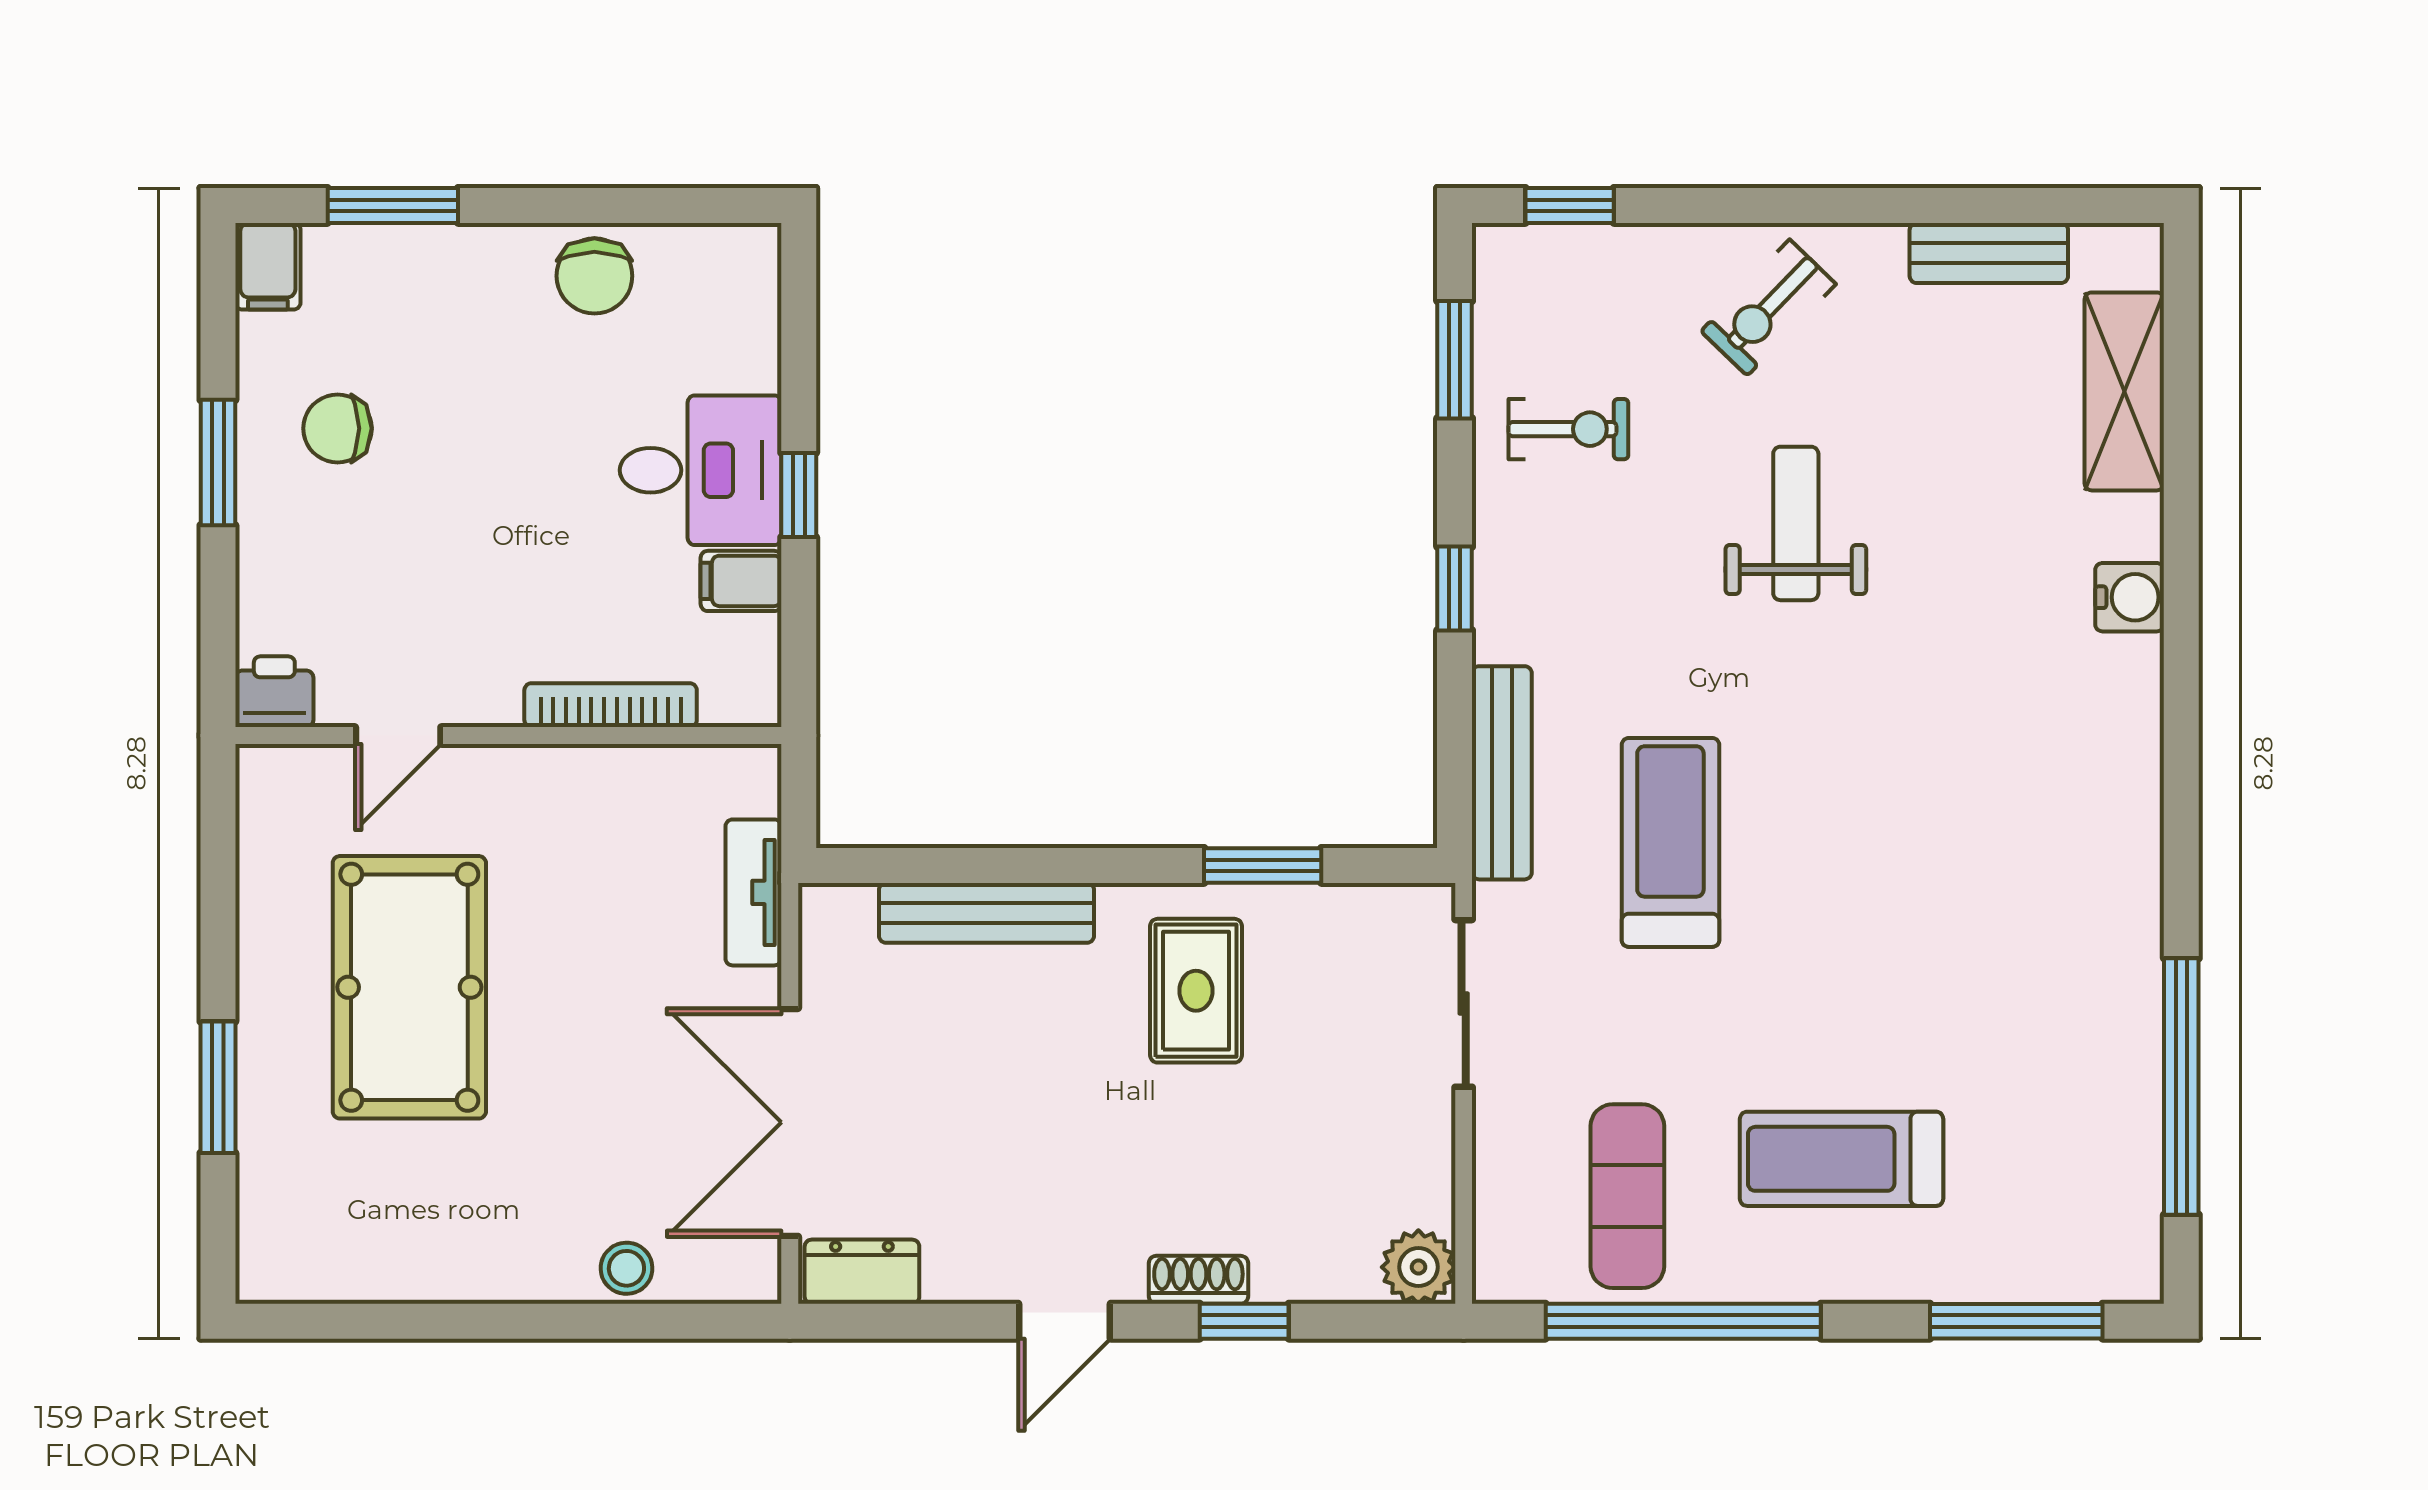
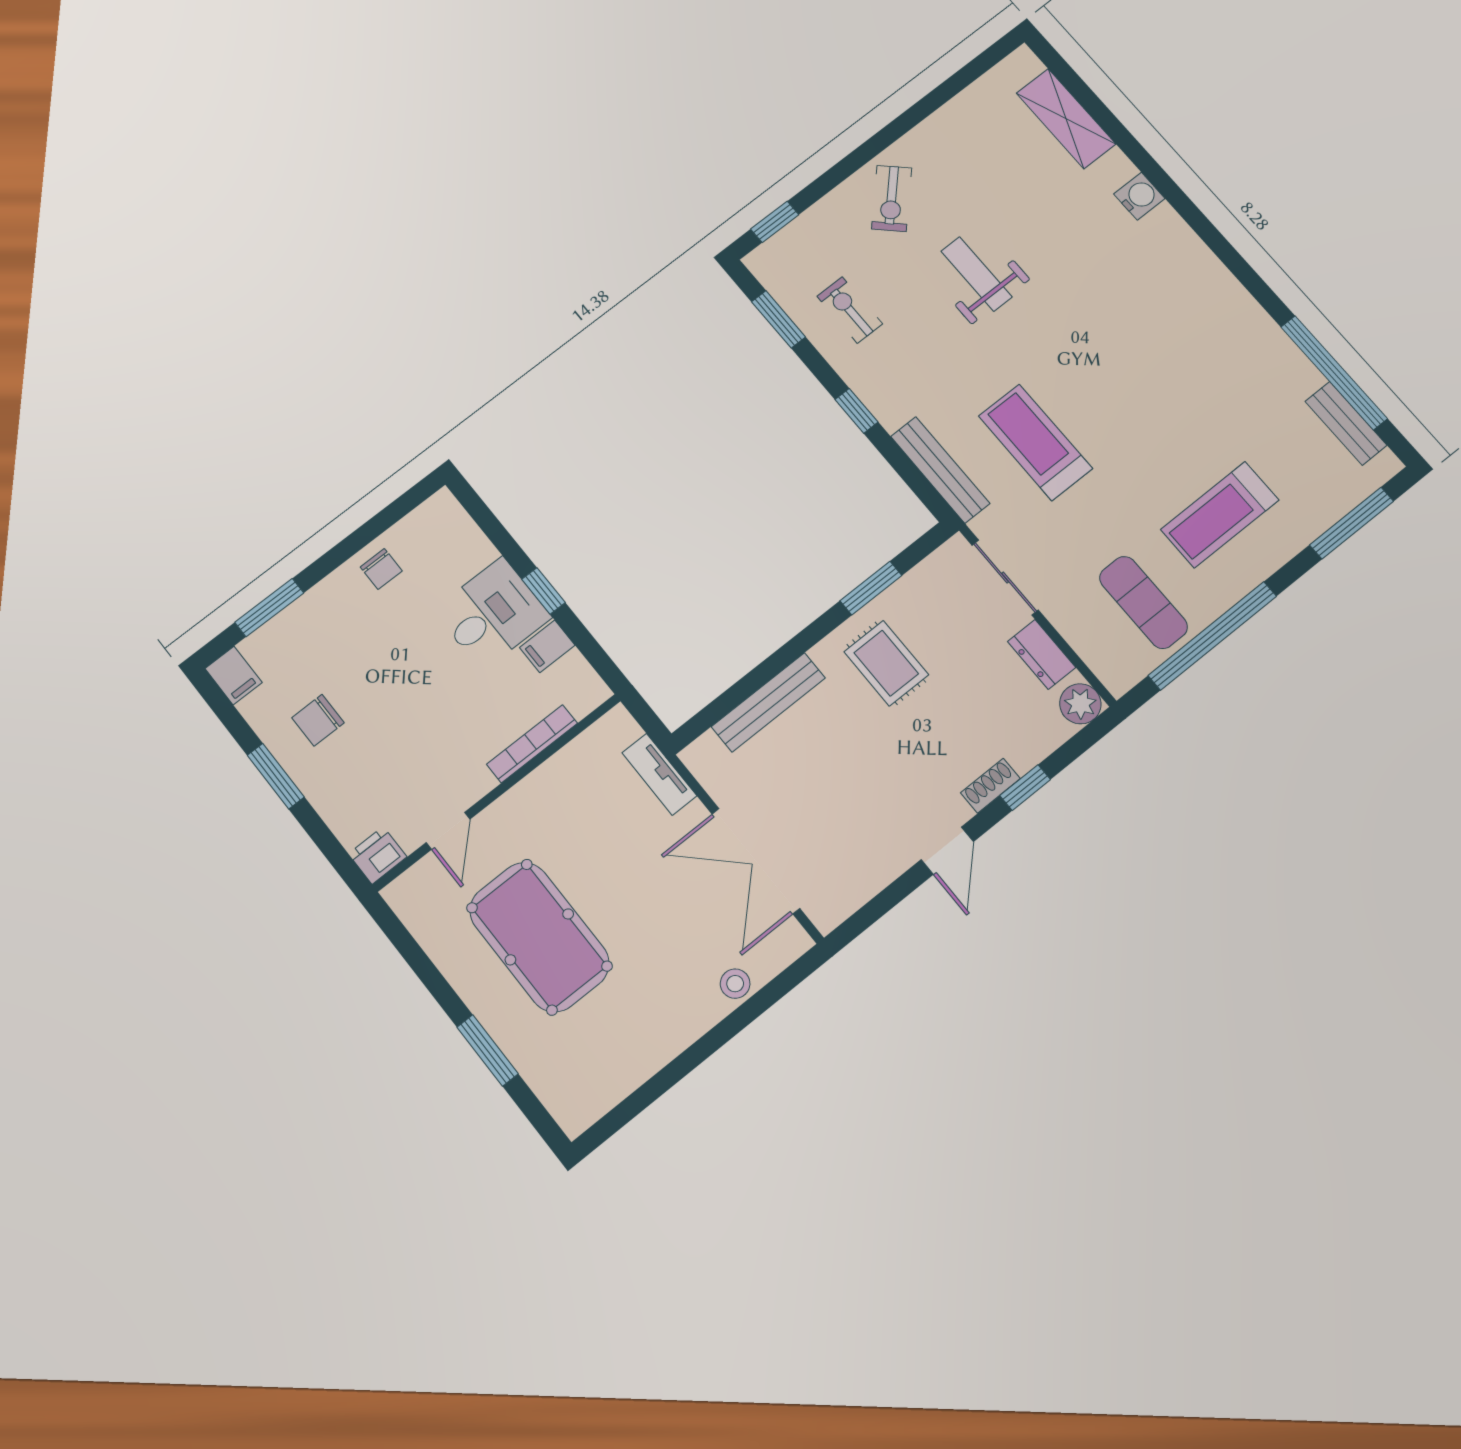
bench: (1989, 253) -> (1346, 423), moved, turned 90
chair: (594, 276) -> (381, 569), width x0.73, depth x0.73
exercise bike: (1568, 429) -> (850, 310), turned -90
dresser: (862, 1272) -> (1042, 654), moved, turned -90

